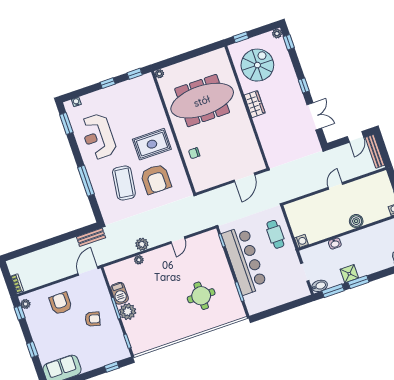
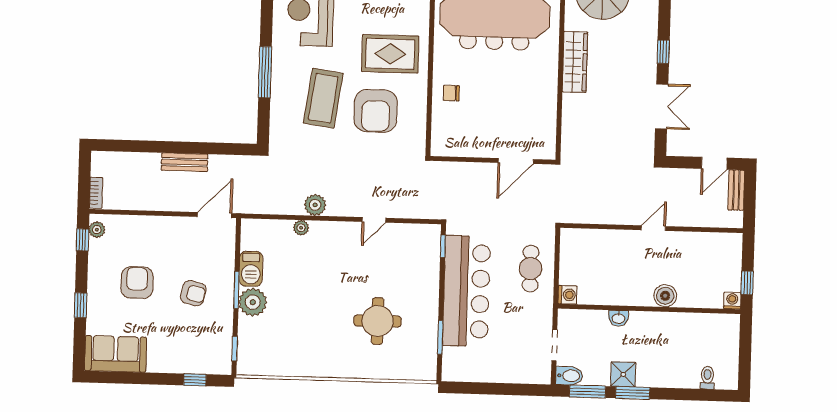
wardrobe: (255, 104) -> (575, 62), width x1.50
bench: (375, 151) -> (736, 190), width x0.73
bench: (91, 237) -> (185, 162), moved
armchair: (61, 303) -> (137, 283), moved

